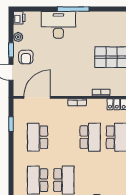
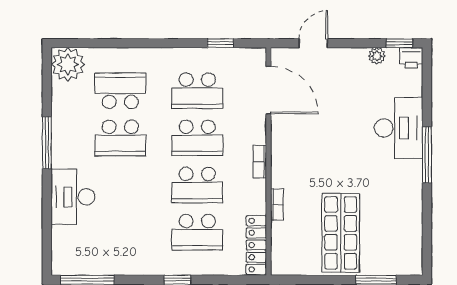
window: (11, 50) -> (399, 43), moved
armchair: (26, 57) -> (341, 70), removed
school desk: (38, 137) -> (197, 91), turned 180
school desk: (64, 137) -> (197, 138), added

